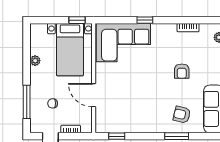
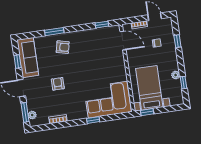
window: (27, 50) -> (184, 83), added
door: (94, 95) -> (123, 41), moved
window: (27, 102) -> (177, 41), width x0.46
armchair: (182, 115) -> (63, 47), moved

